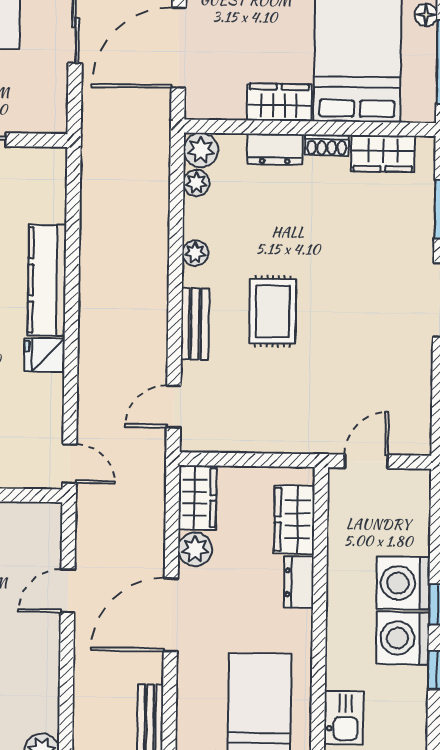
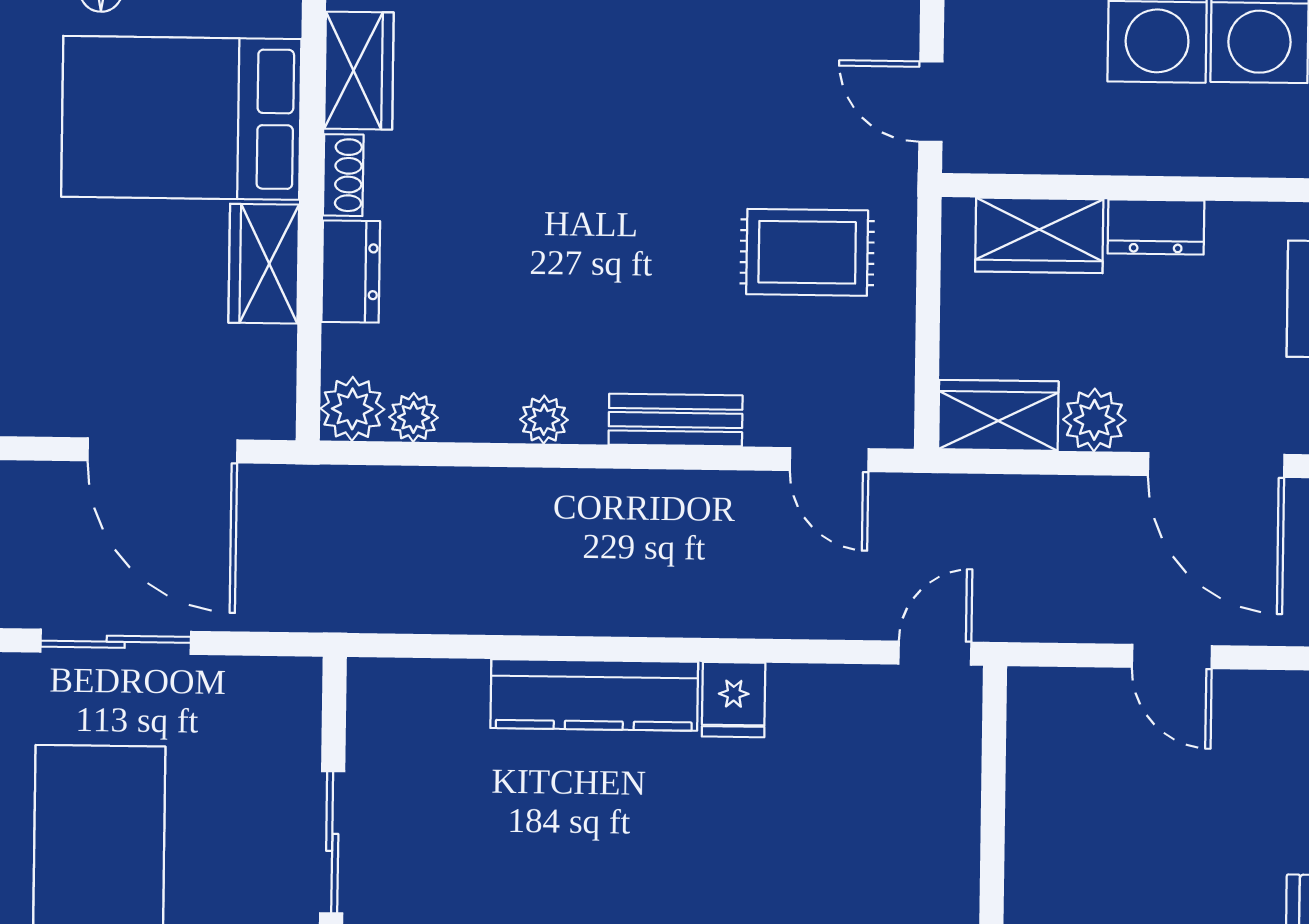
rug: (273, 311) -> (807, 252), moved

